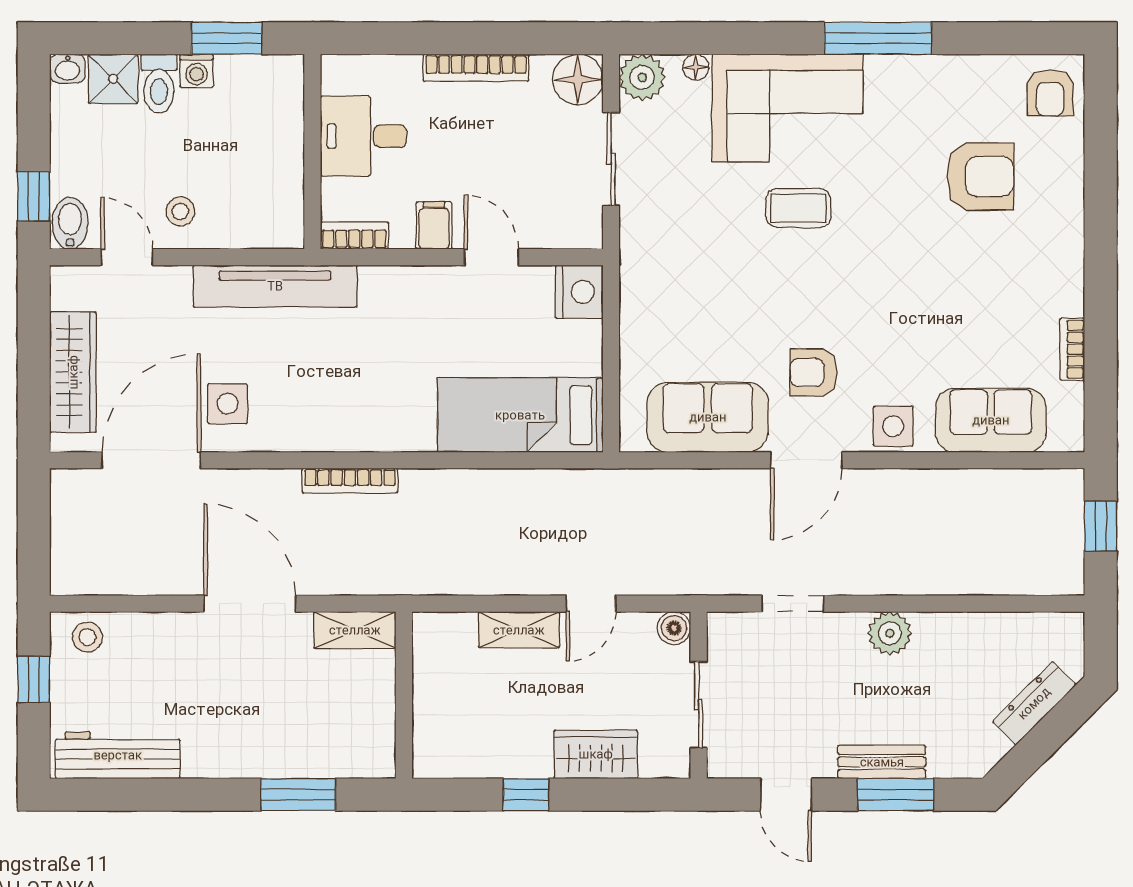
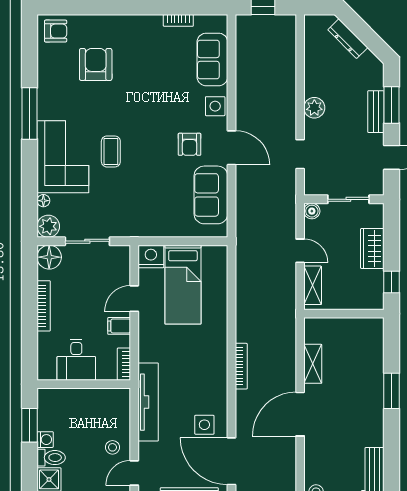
bed: (520, 415) -> (183, 285), moved
wall: (404, 695) -> (344, 314), moved

